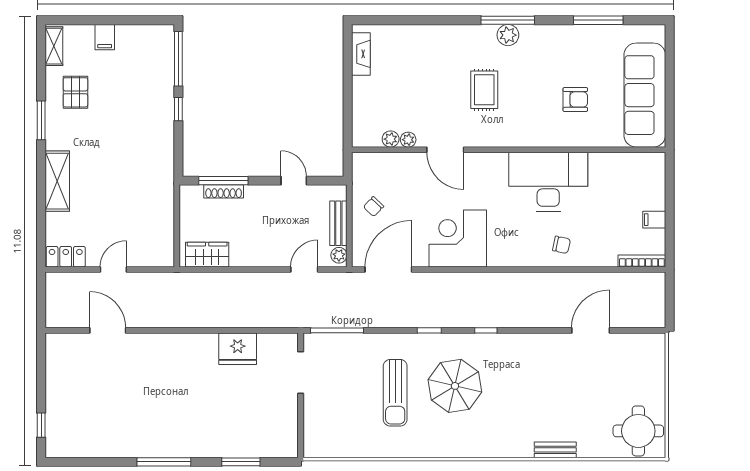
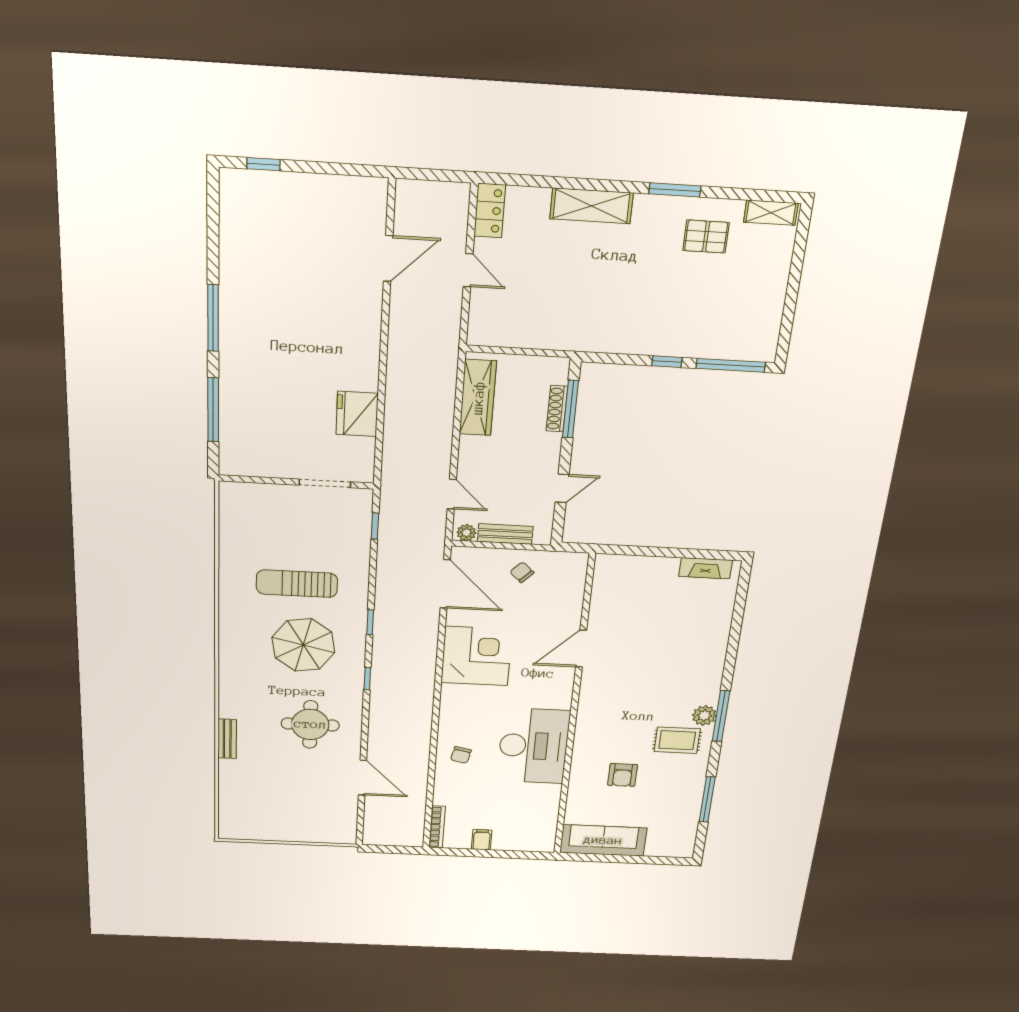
filing cabinet: (105, 37) -> (772, 278), removed
rug: (484, 90) -> (677, 740), moved
sofa: (645, 95) -> (603, 840), width x0.74, depth x0.79
plant: (391, 139) -> (600, 594), removed
plant: (408, 140) -> (597, 612), removed
wardrobe: (207, 255) -> (478, 398), width x1.50
window: (337, 330) -> (375, 526), width x0.46
round table: (638, 431) -> (310, 724), moved
window: (241, 462) -> (213, 410), width x1.44

